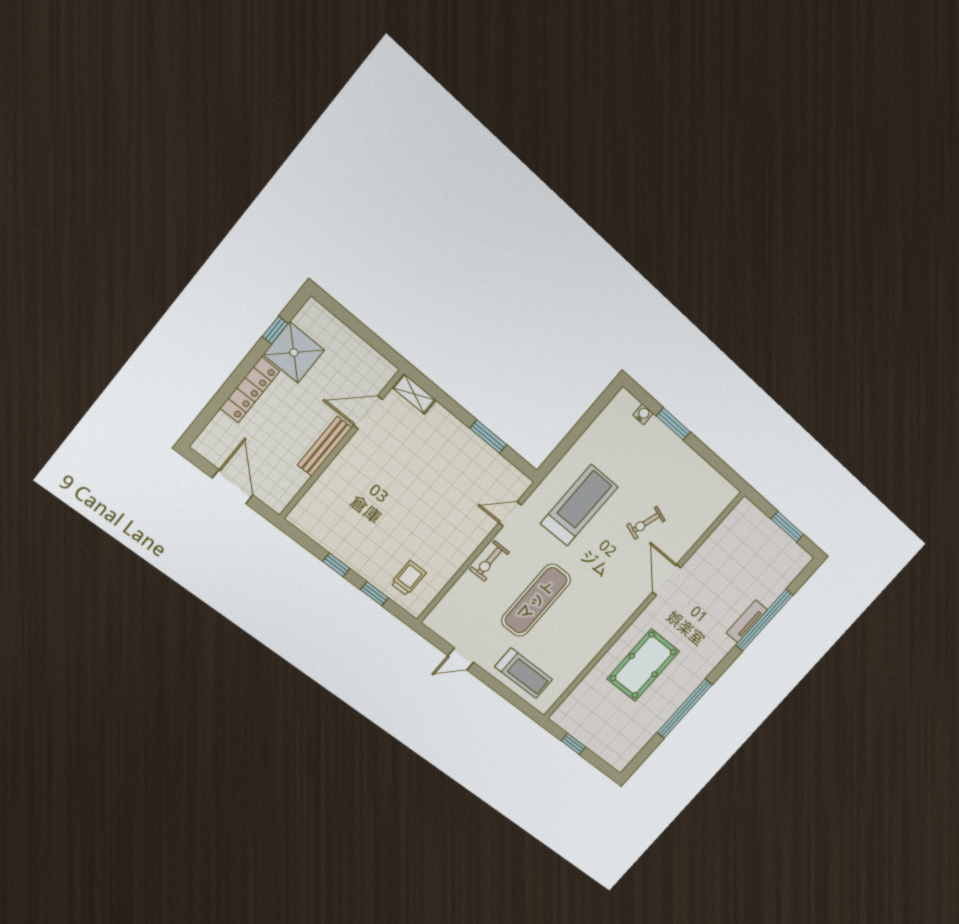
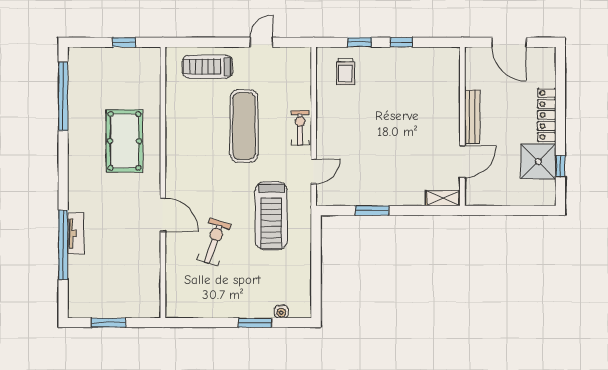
exercise bike: (646, 523) -> (214, 242), width x1.38, depth x1.39
window: (685, 709) -> (63, 96), moved

